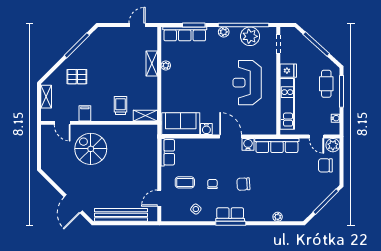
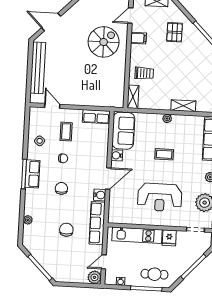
plant: (166, 65) -> (167, 118), moved
coffee table: (203, 81) -> (164, 154), added
reception desk: (247, 83) -> (160, 197), turned 180
chair: (325, 165) -> (66, 230), moved

